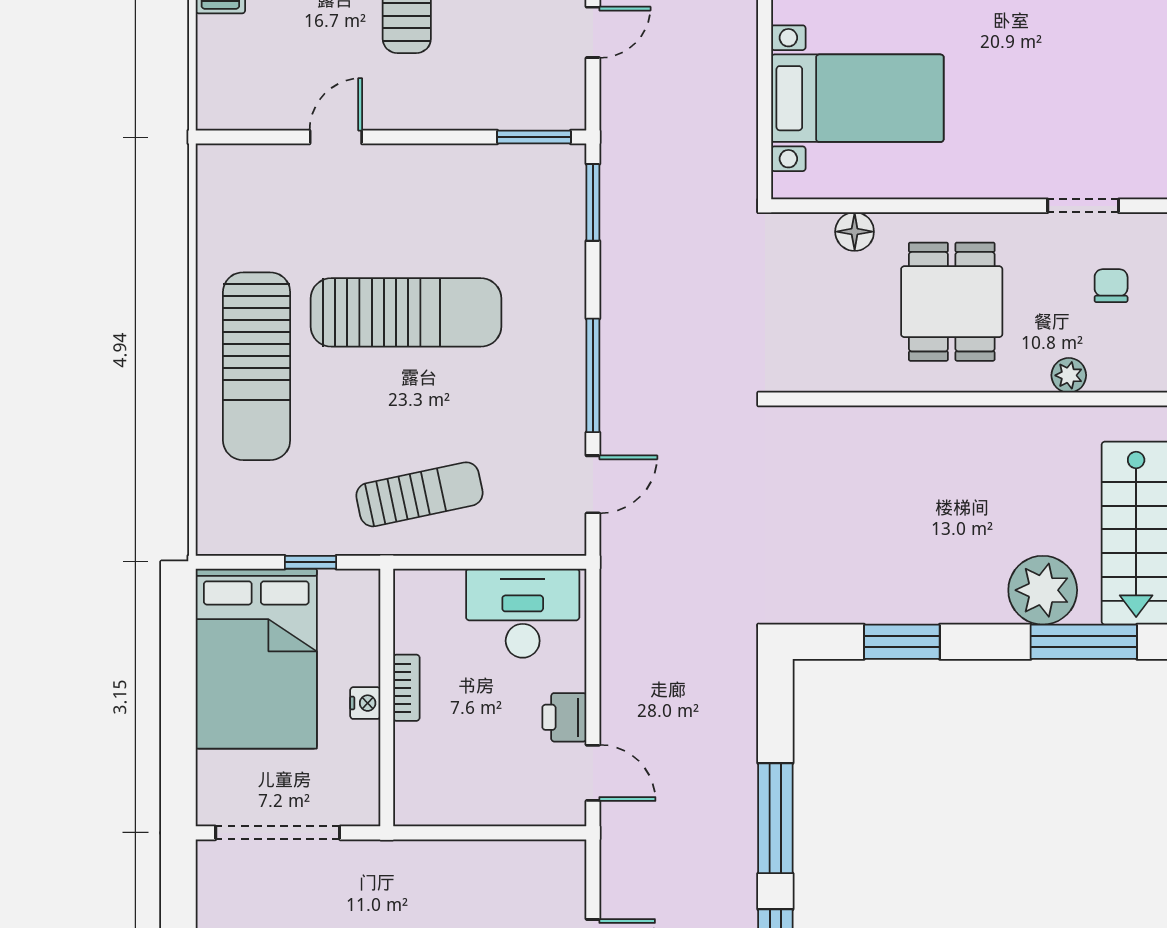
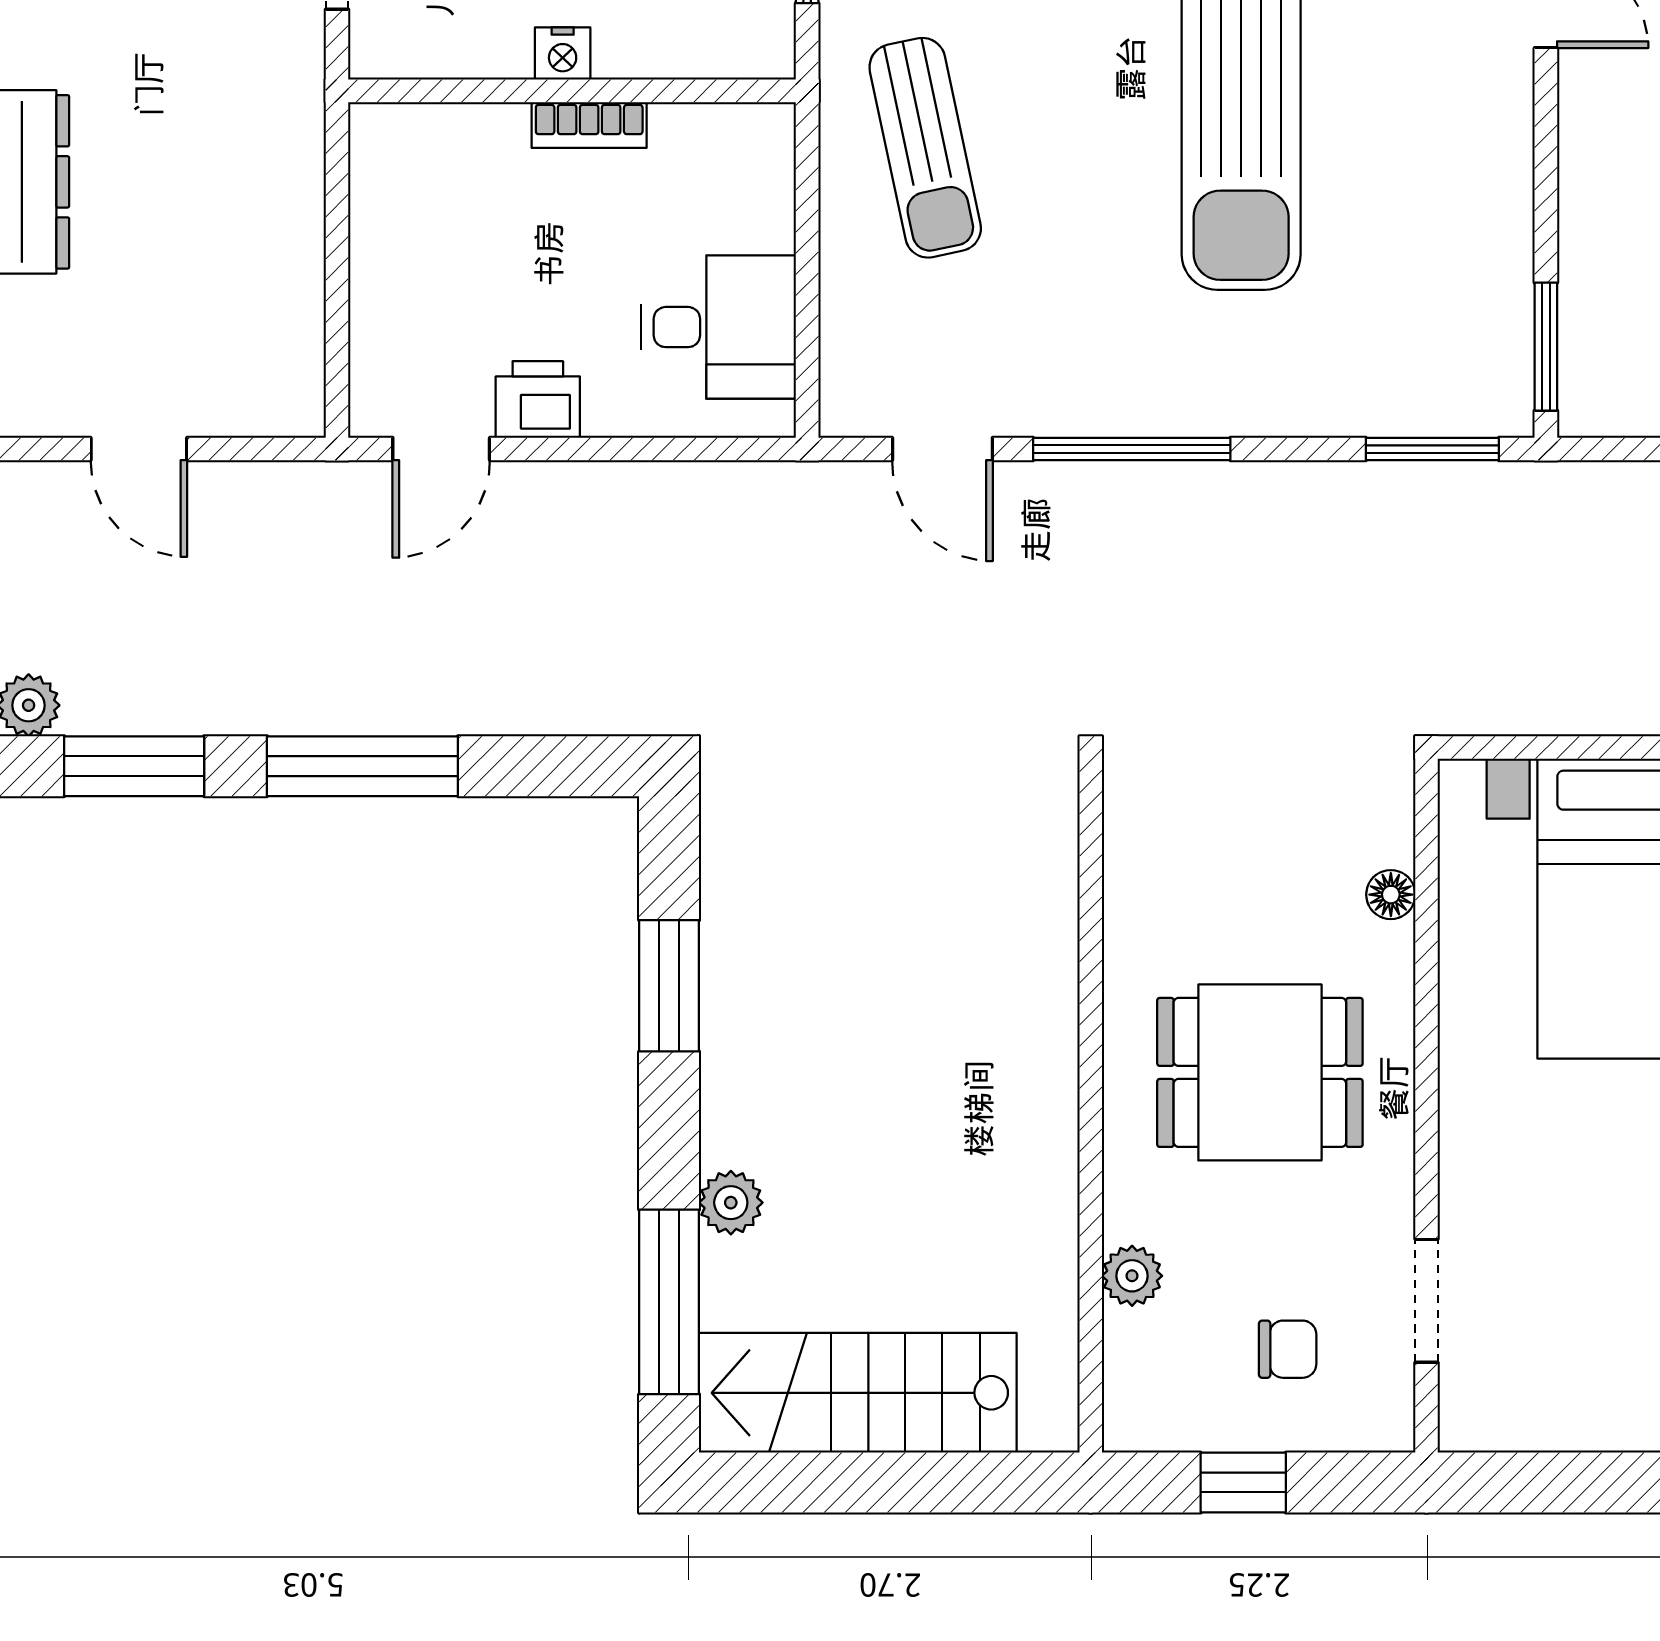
floor lamp: (855, 232) -> (1391, 895), width x0.73, depth x0.73
plant: (1043, 590) -> (731, 1203), width x0.53, depth x0.53
desk: (523, 613) -> (719, 327), width x0.73

